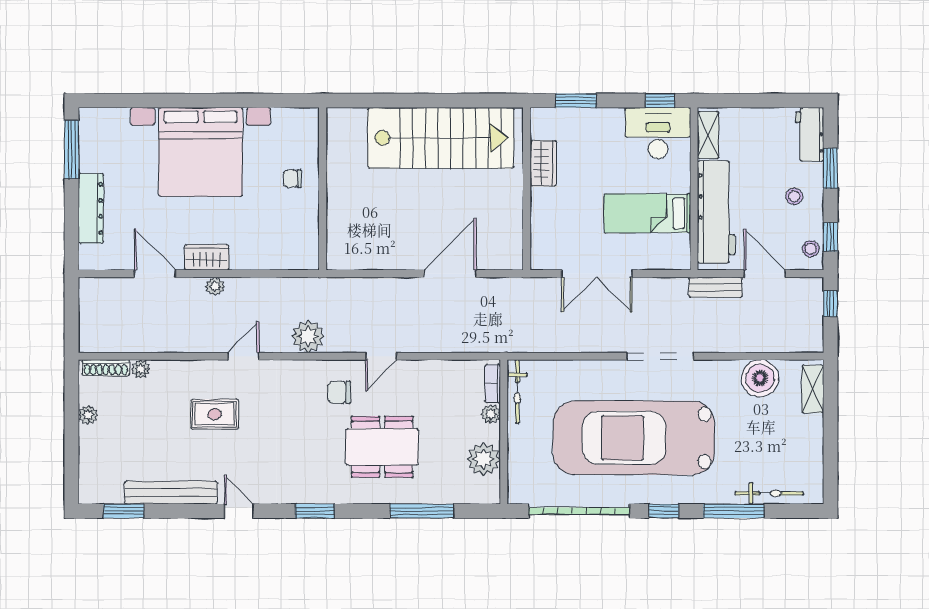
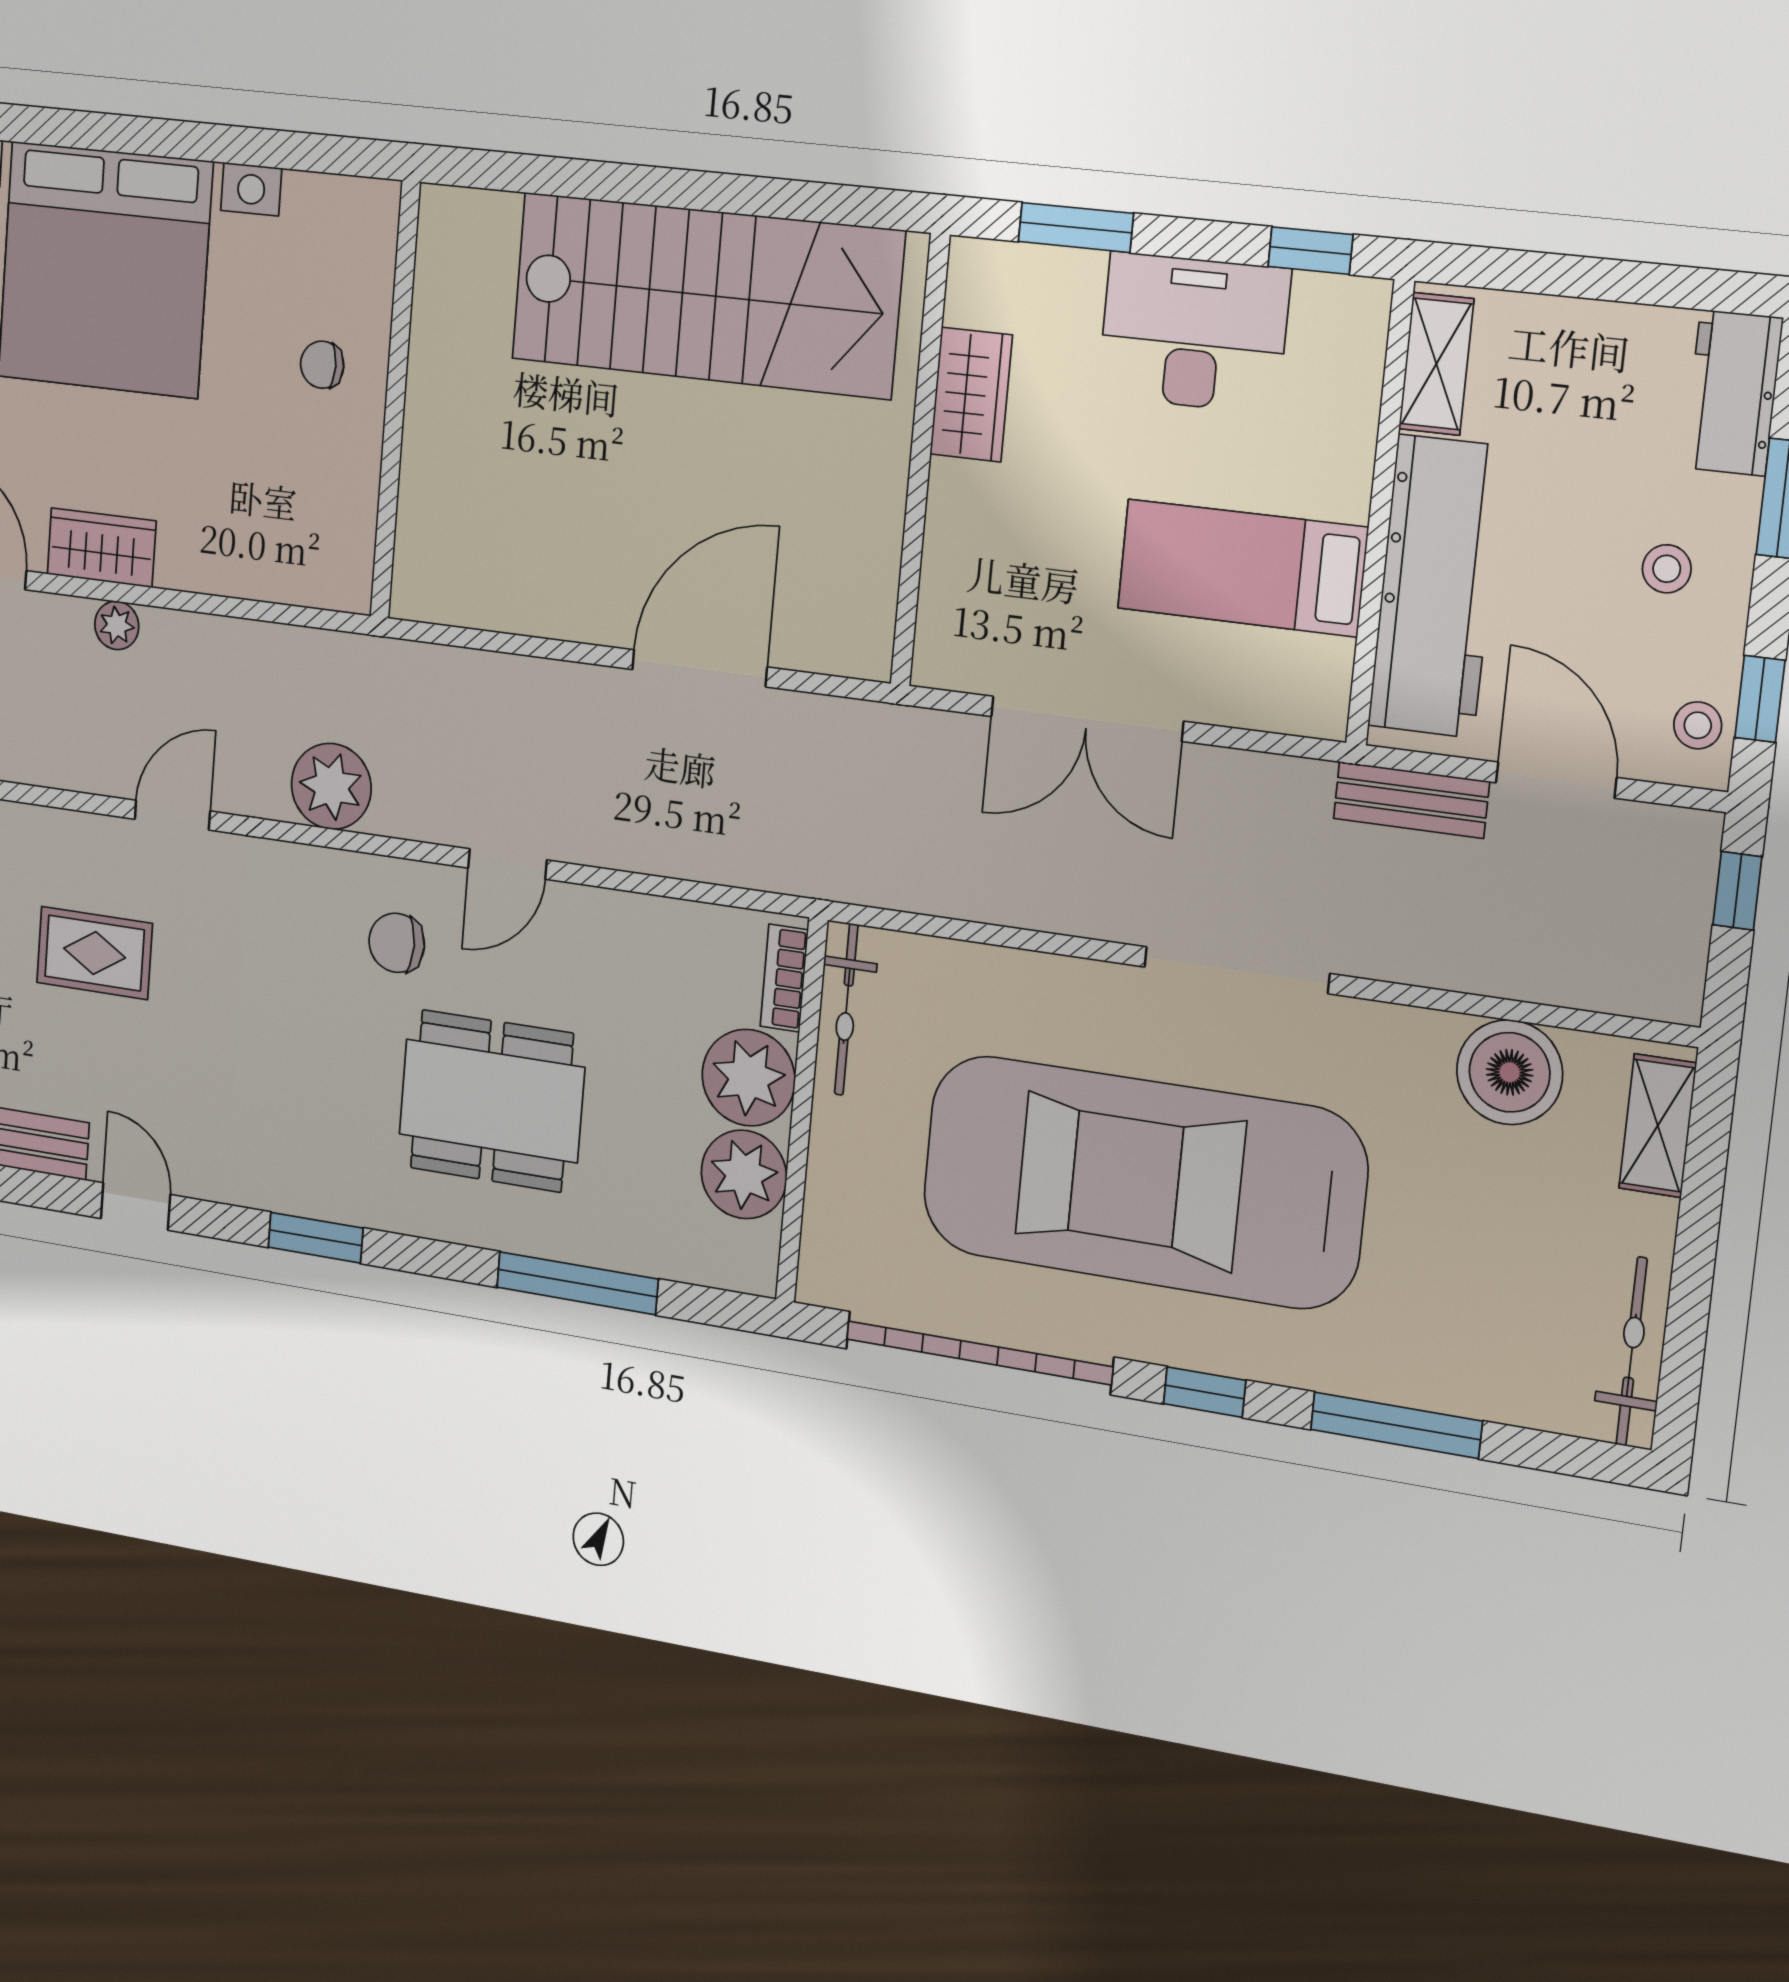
desk: (658, 133) -> (1194, 333), moved
plant: (491, 414) -> (749, 1078), width x1.88, depth x1.88
bicycle: (769, 493) -> (1632, 1351), moved, turned -90

